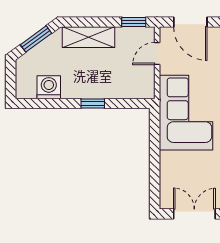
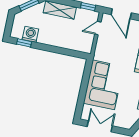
window: (93, 104) -> (24, 43), moved
corner sofa: (186, 113) -> (103, 85), moved

